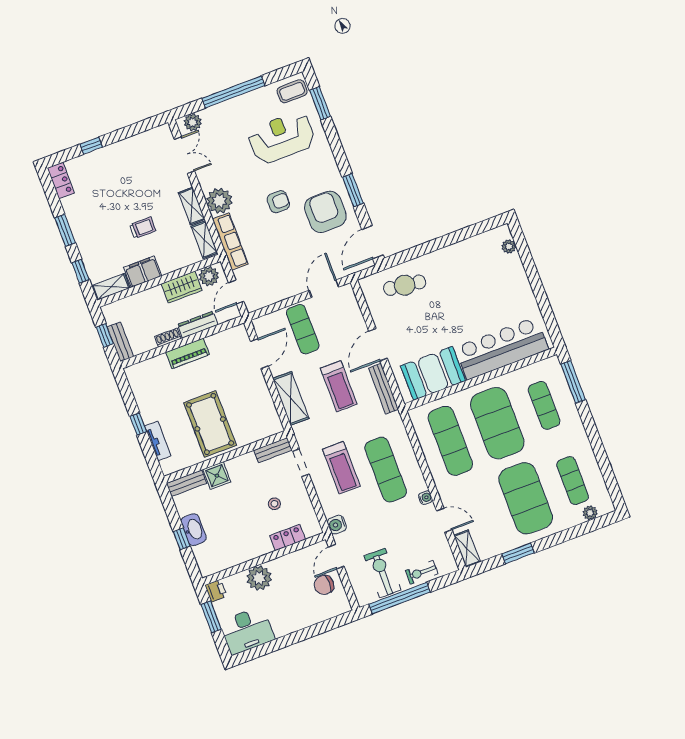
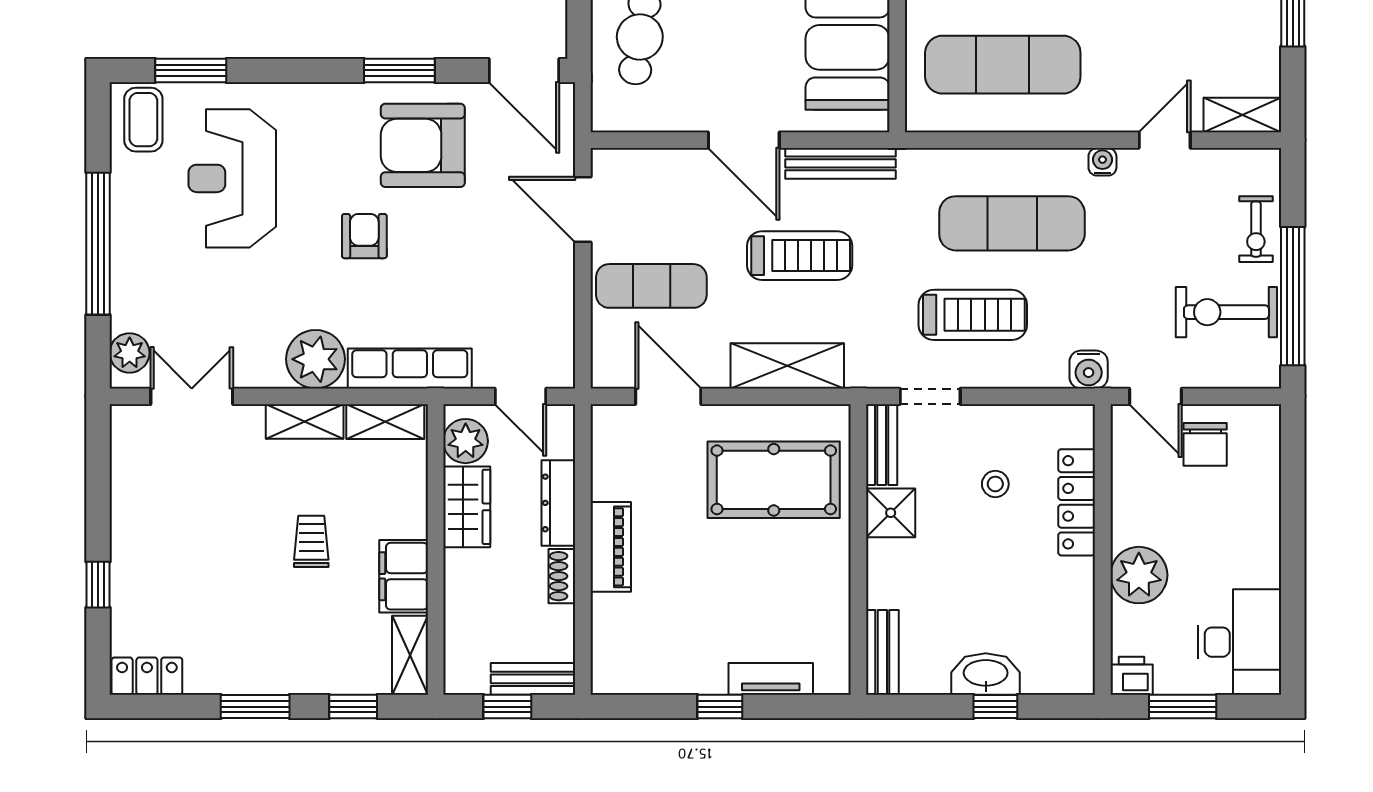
pool table: (210, 424) -> (774, 480), moved
shower: (217, 476) -> (891, 513), moved
locker: (288, 538) -> (1077, 502), width x1.53

